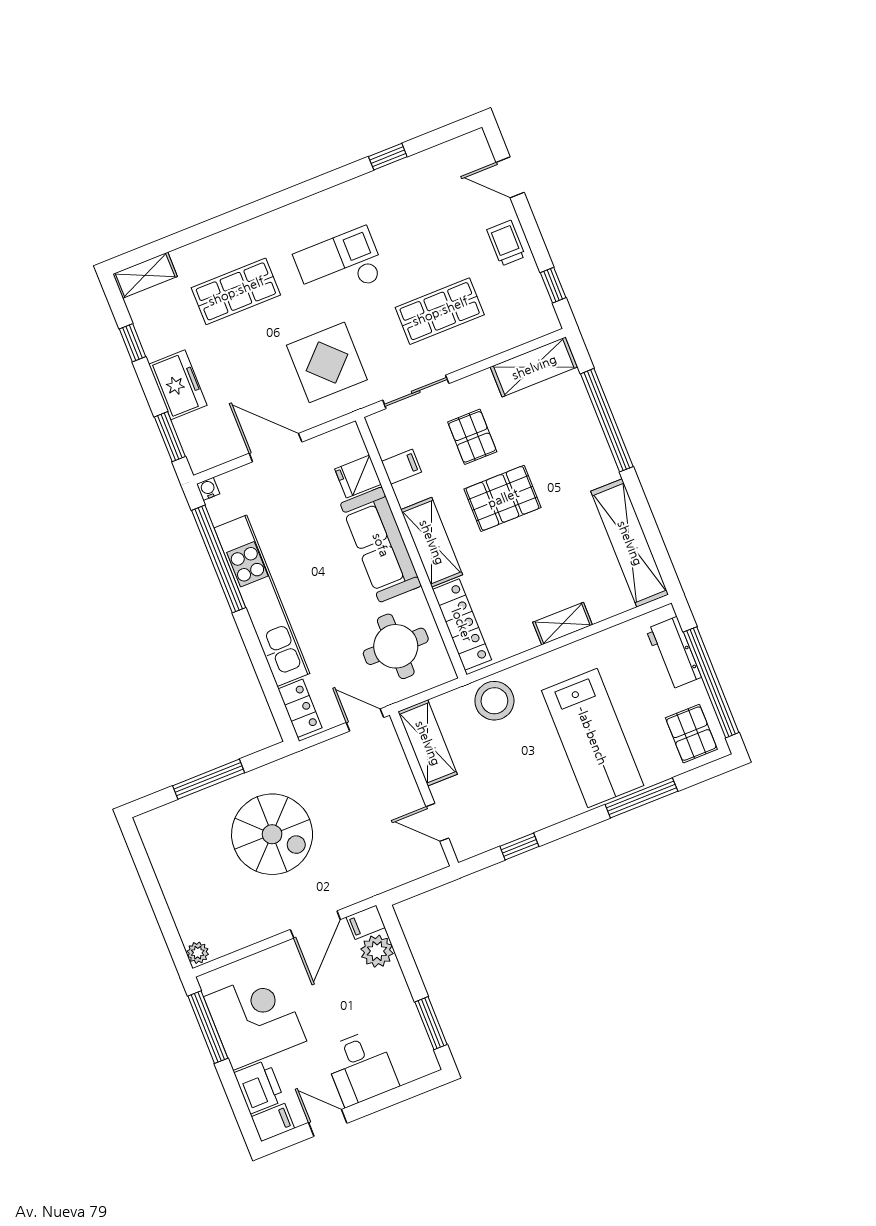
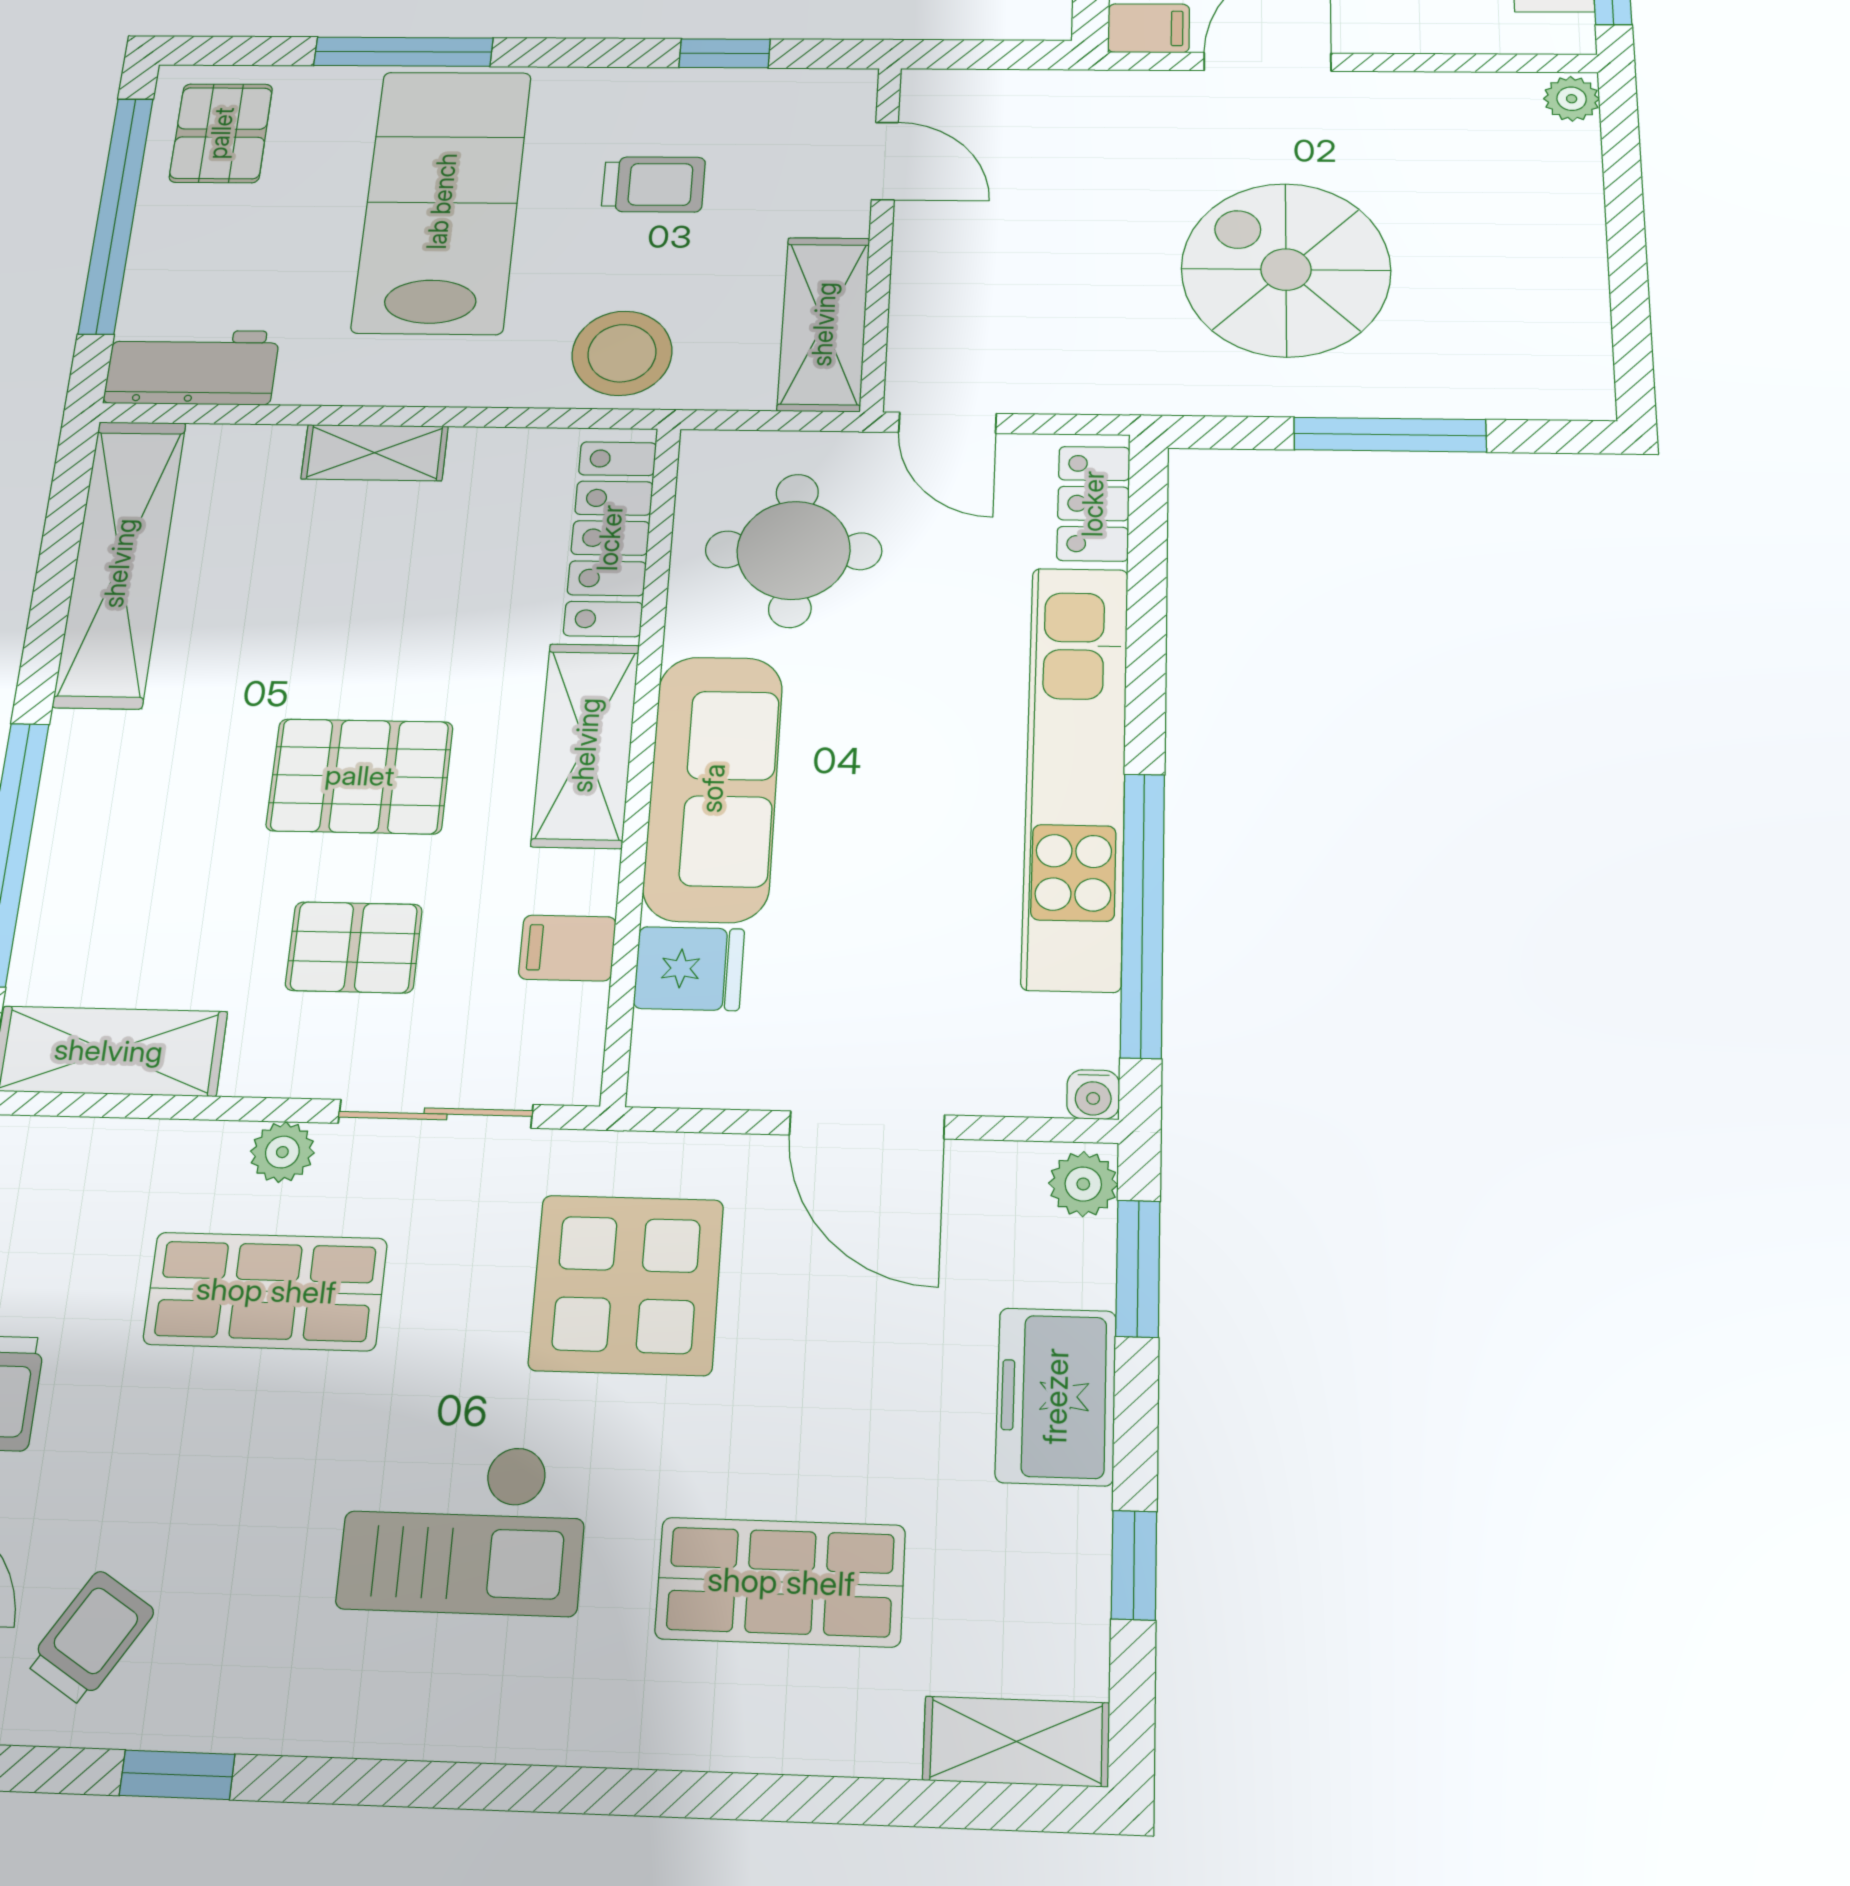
trolley: (436, 184) -> (91, 1637), added
plant: (459, 358) -> (282, 1152), added
pallet: (472, 437) -> (354, 947), turned 90
plant: (199, 457) -> (1083, 1184), added
workbench: (674, 653) -> (192, 367), moved, turned -90
trolley: (518, 777) -> (653, 184), added

